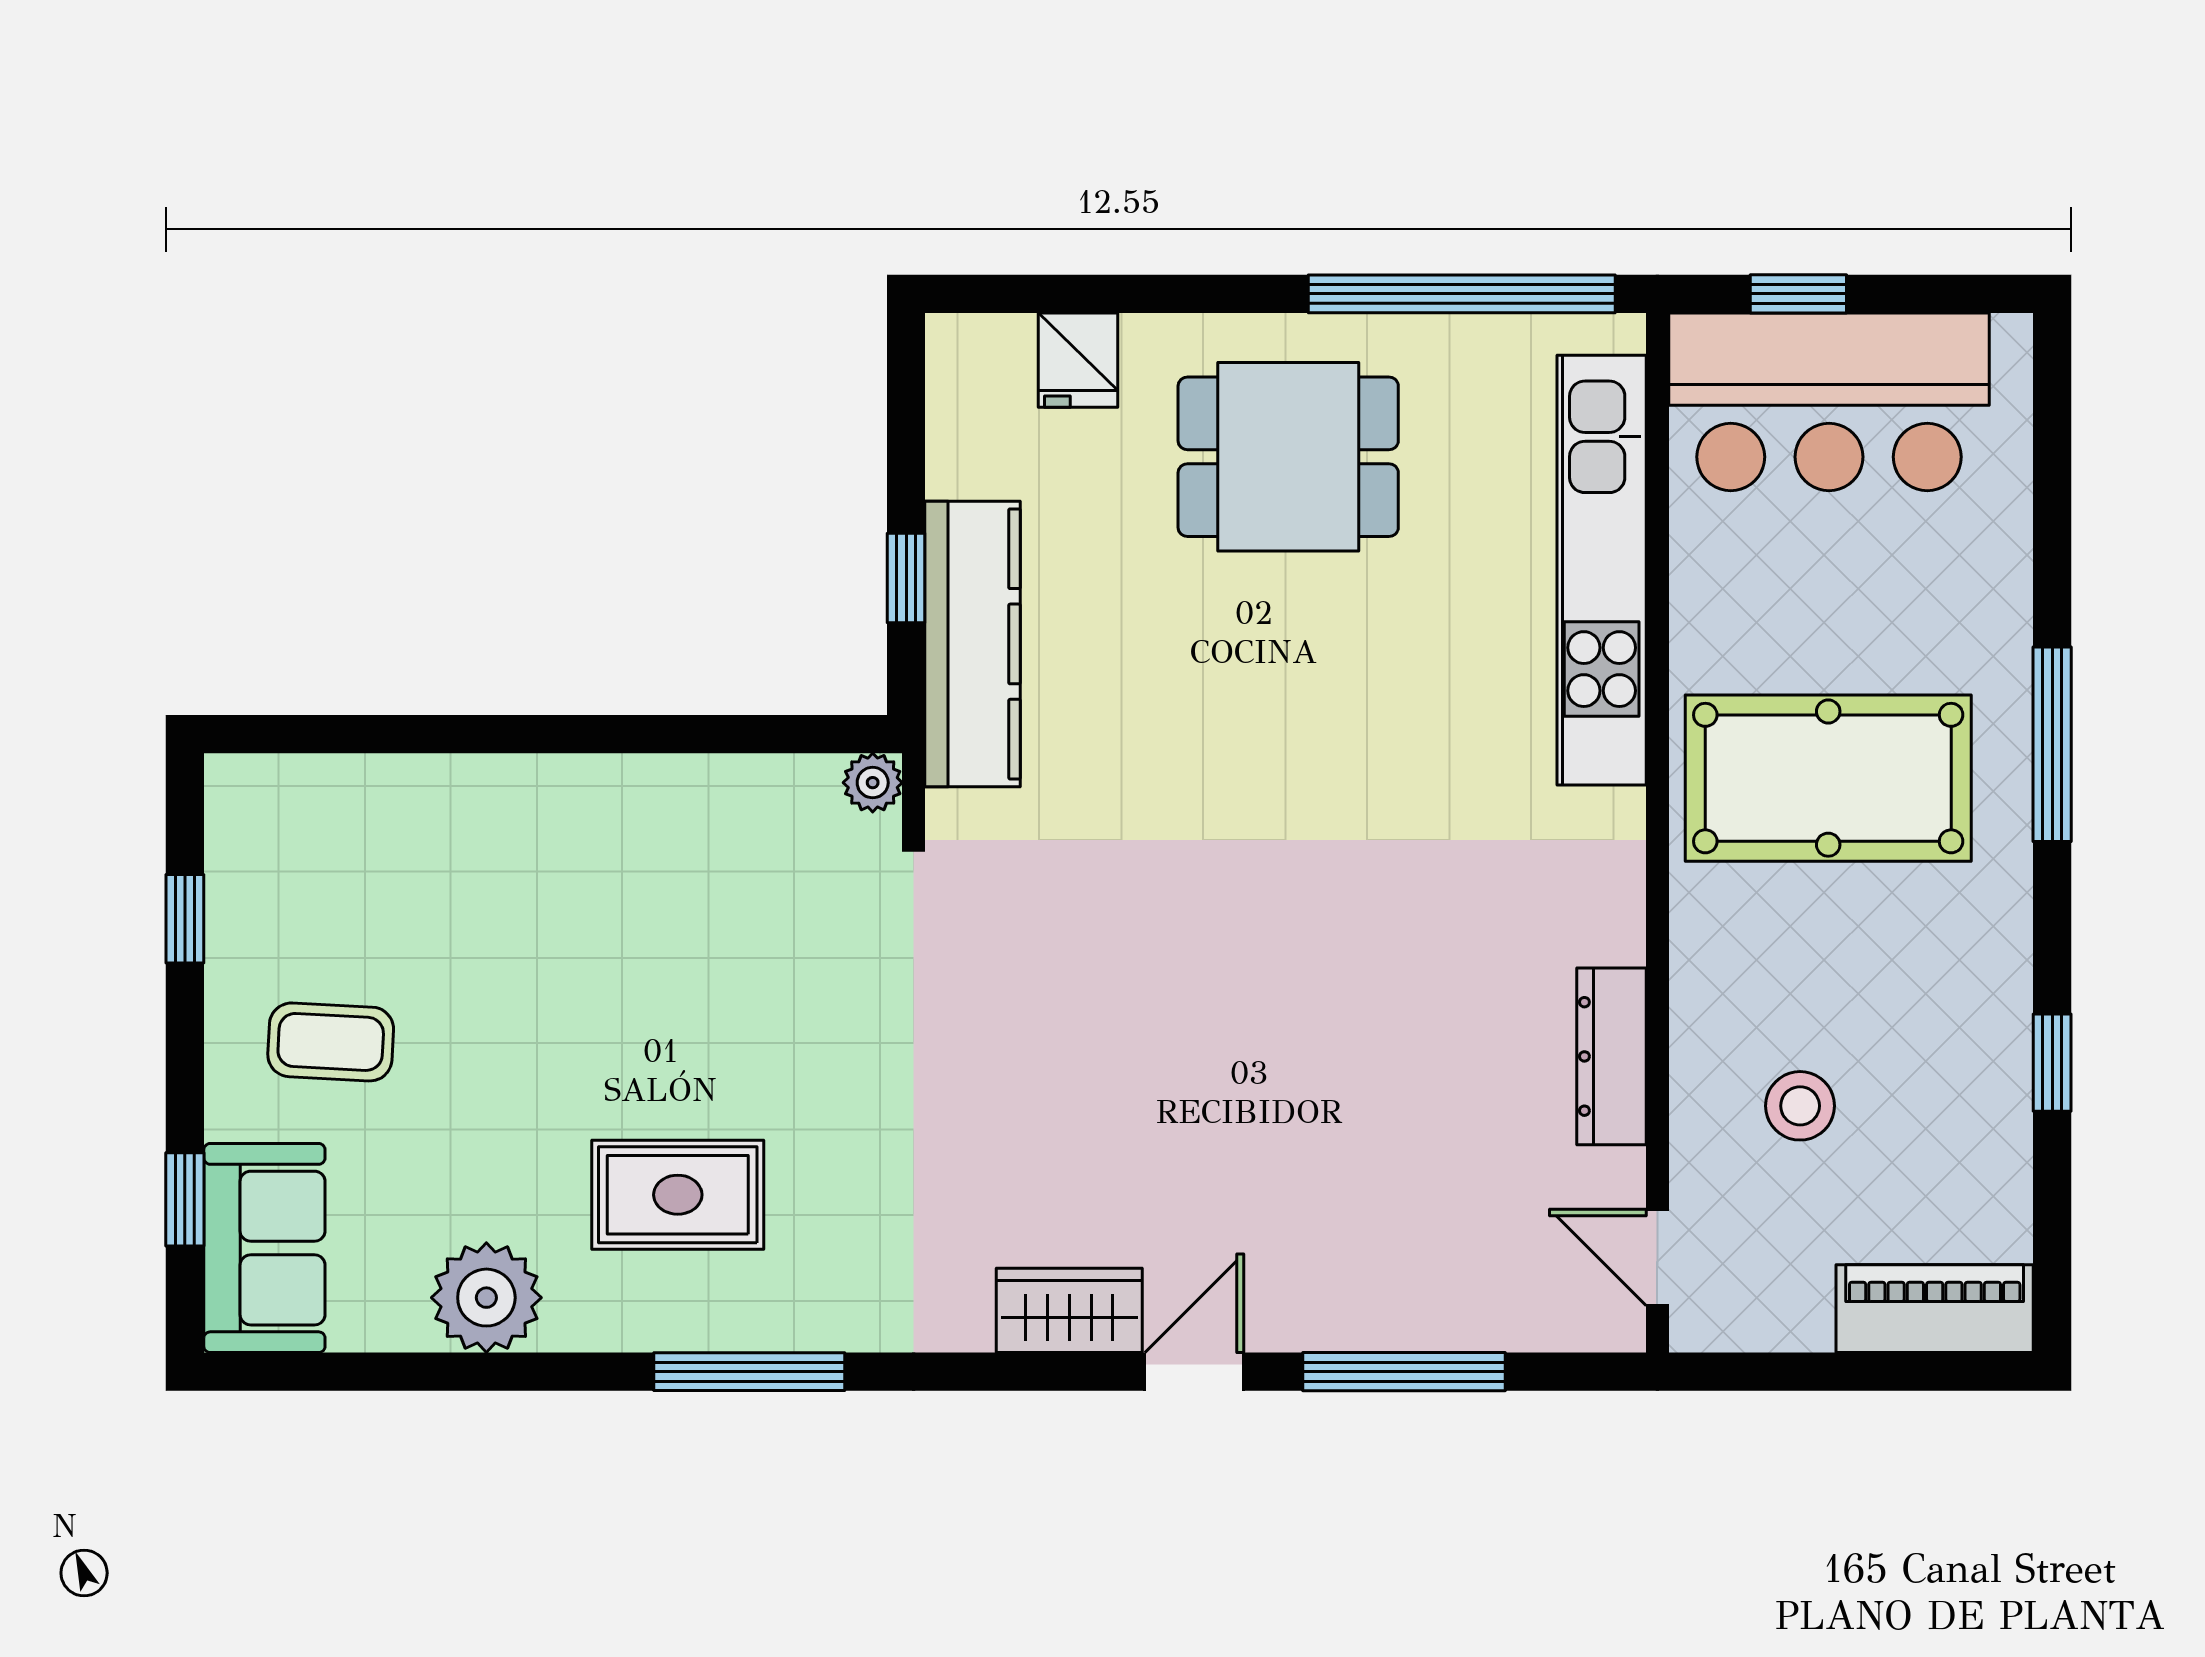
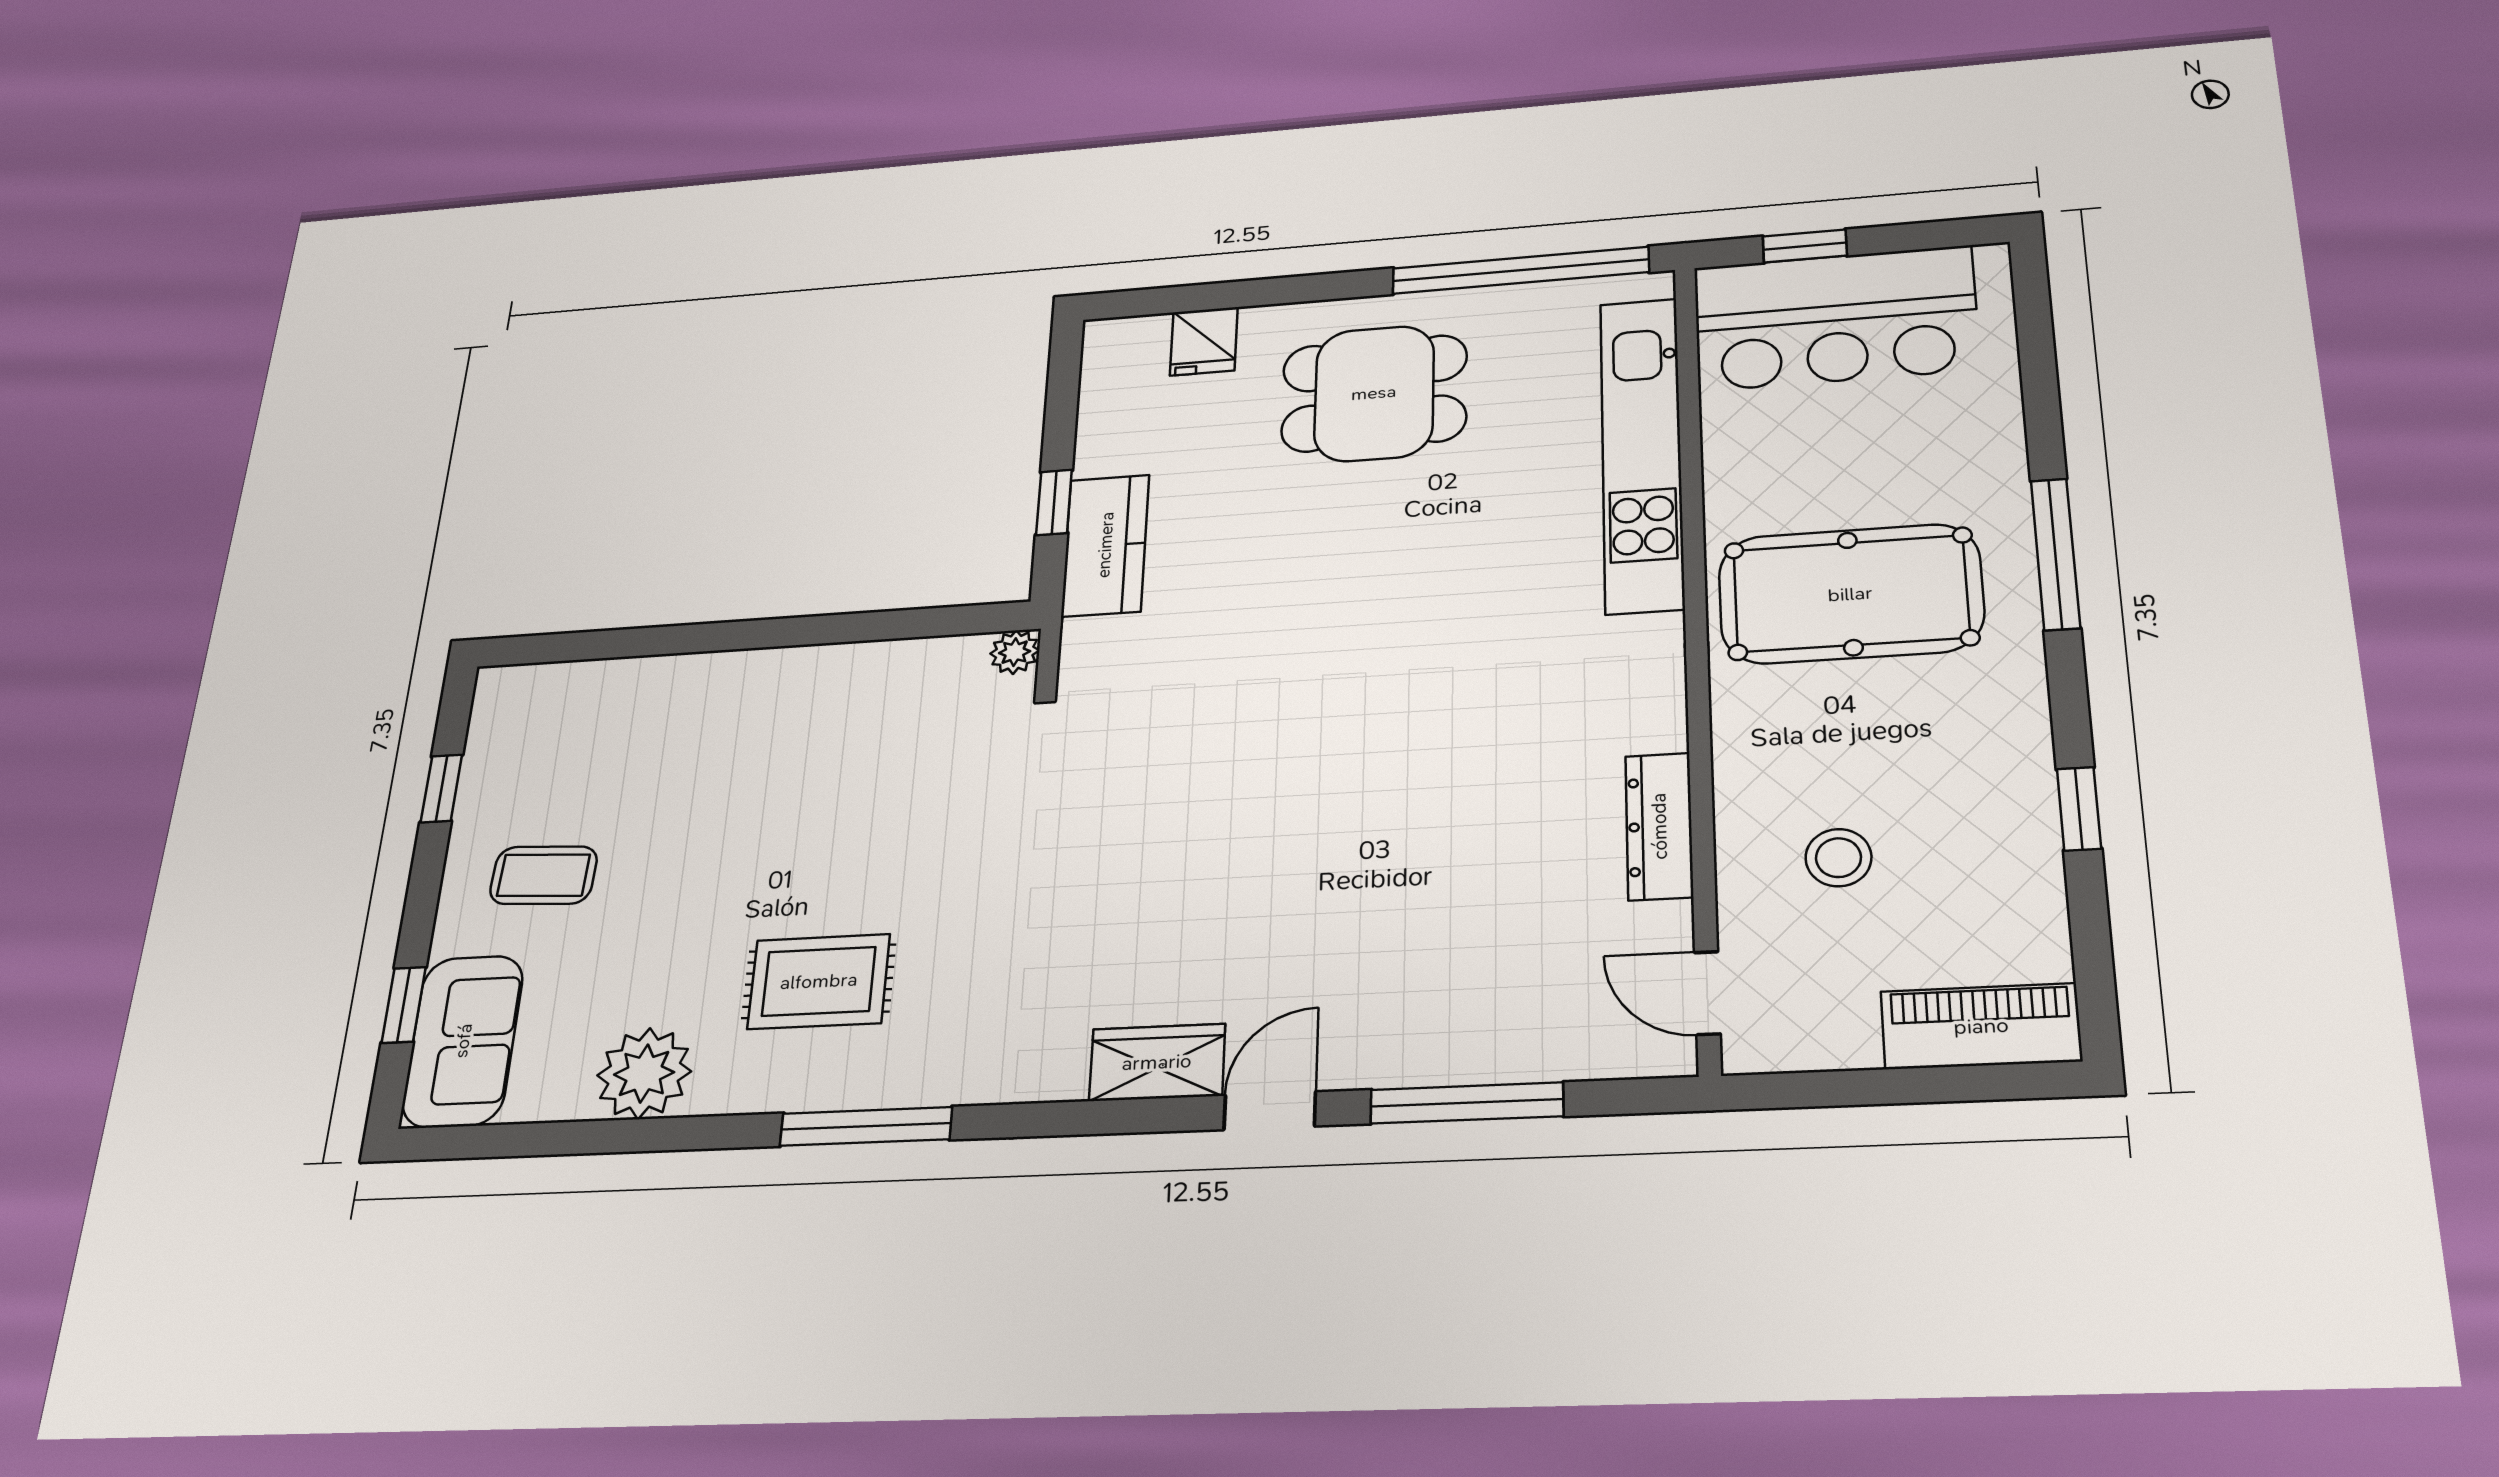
kitchen counter: (973, 644) -> (1105, 545), width x0.67

